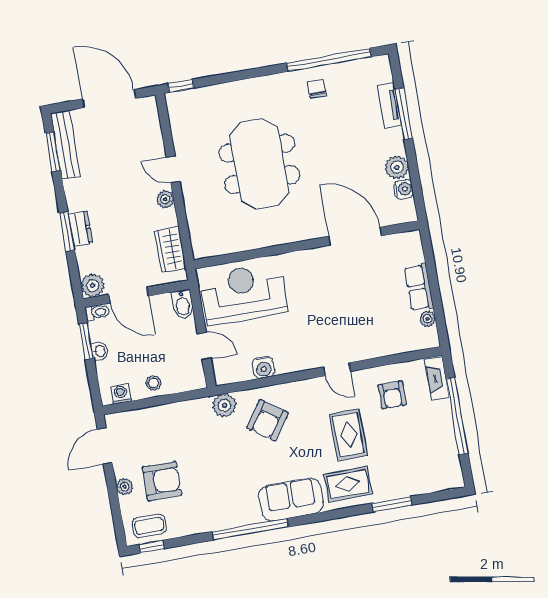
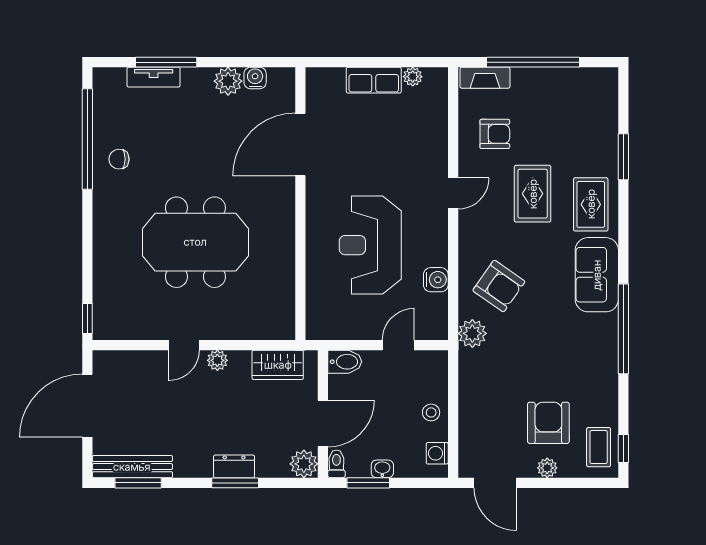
reception desk: (243, 294) -> (370, 245), moved
rug: (348, 435) -> (533, 194), turned 90

